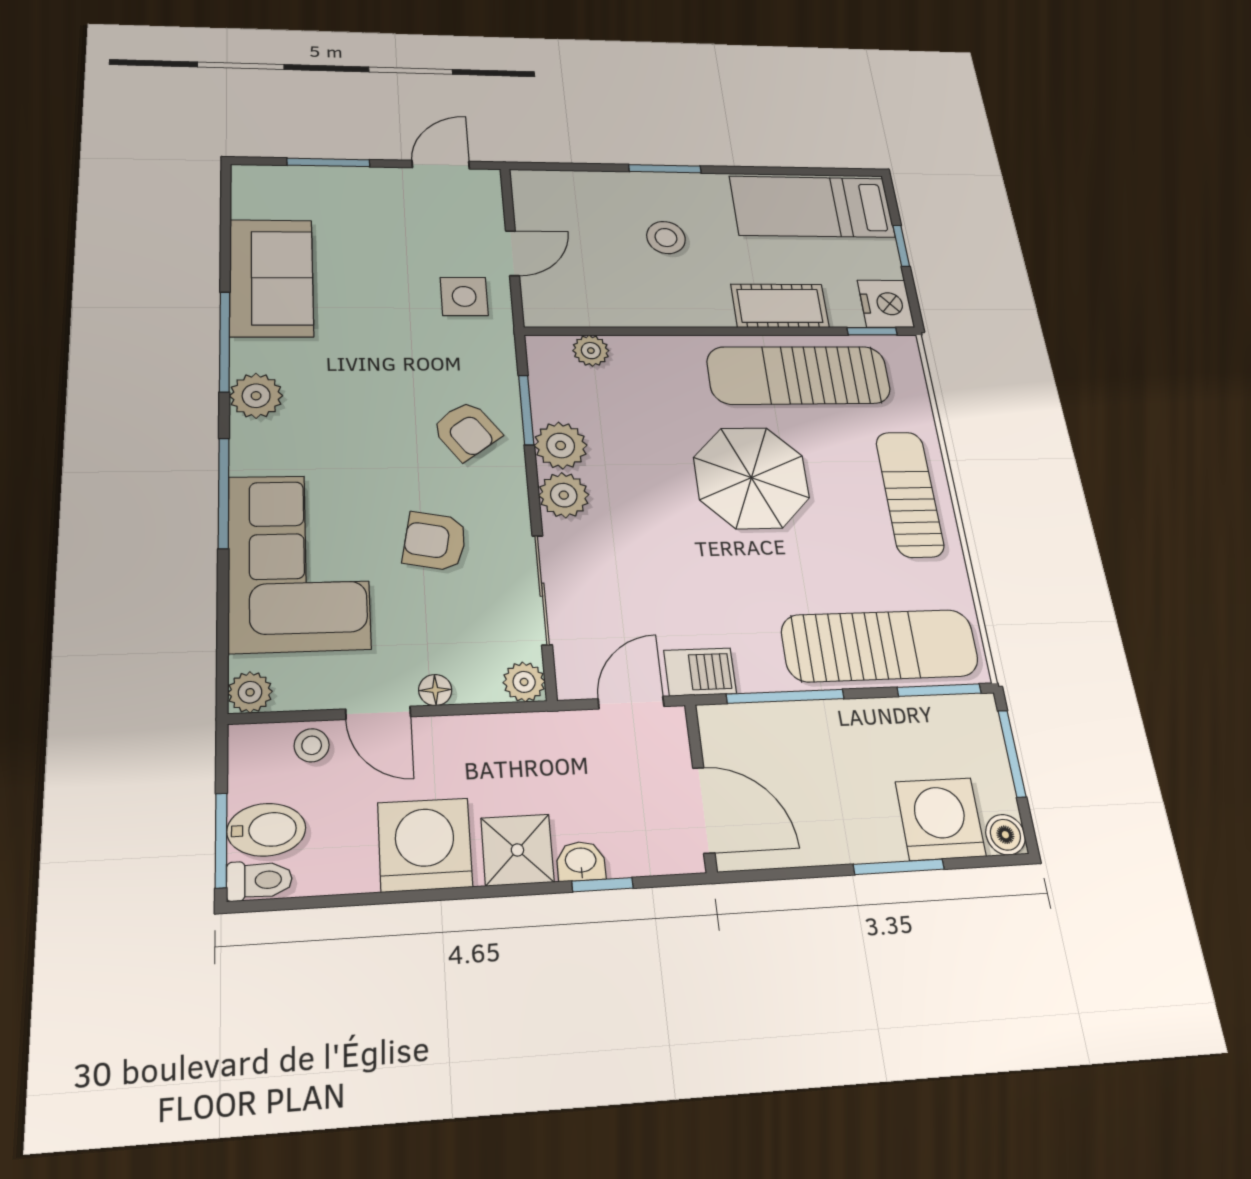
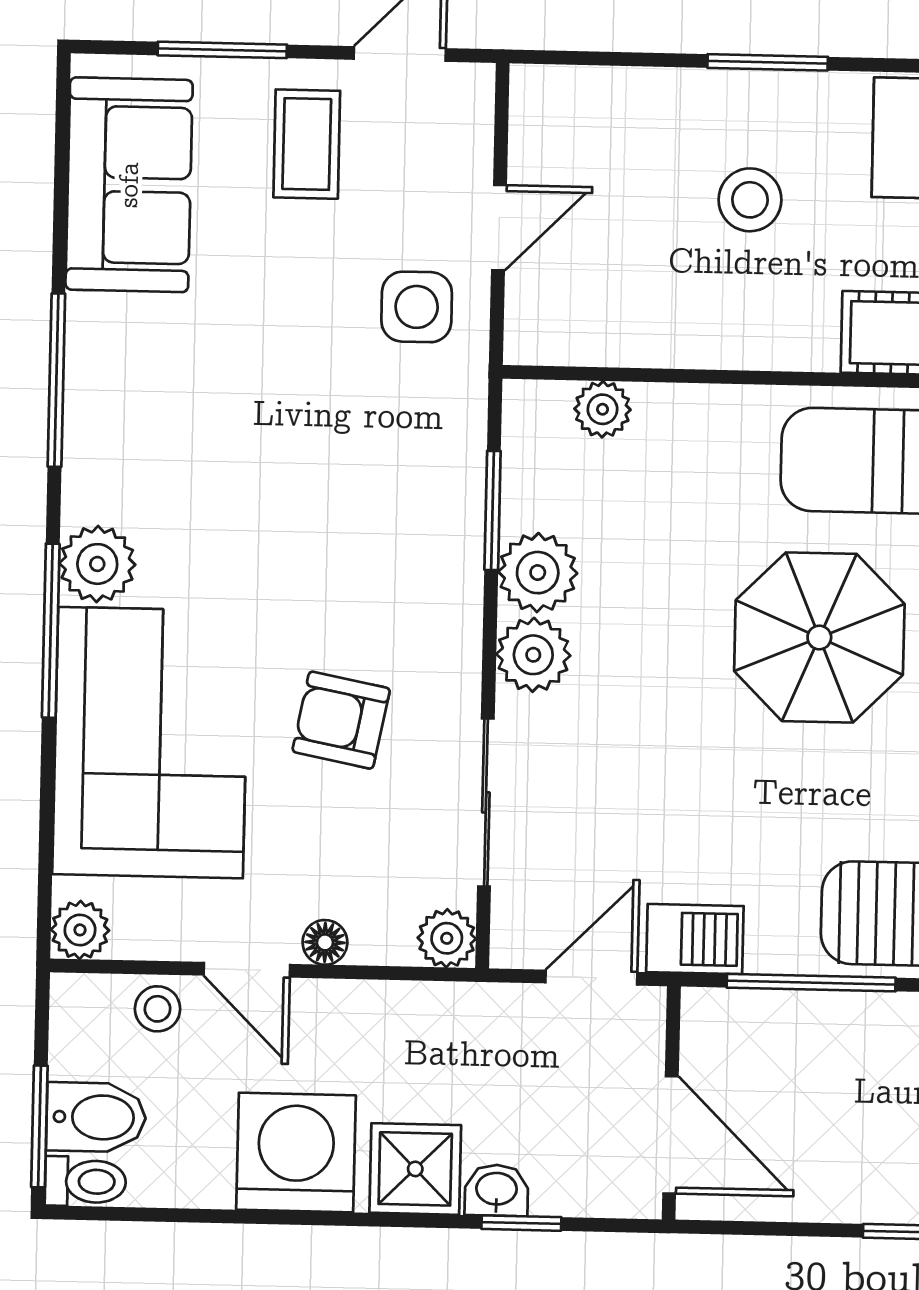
coffee table: (386, 211) -> (307, 144), added
sofa: (271, 278) -> (129, 185), moved
plant: (256, 396) -> (97, 564), moved
armchair: (466, 431) -> (401, 543), removed

